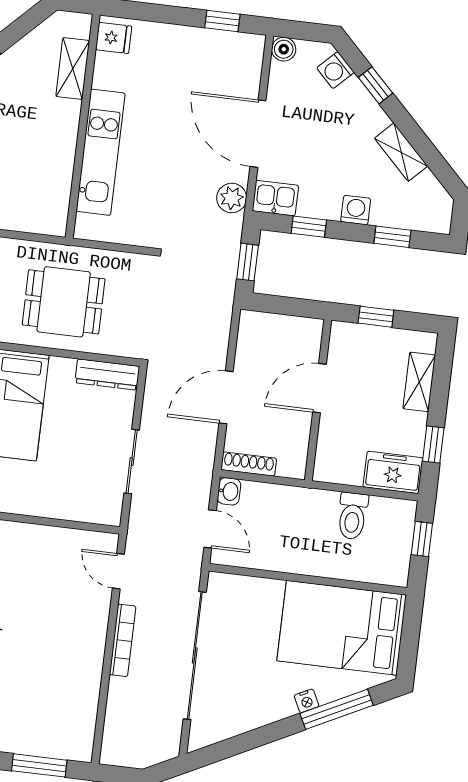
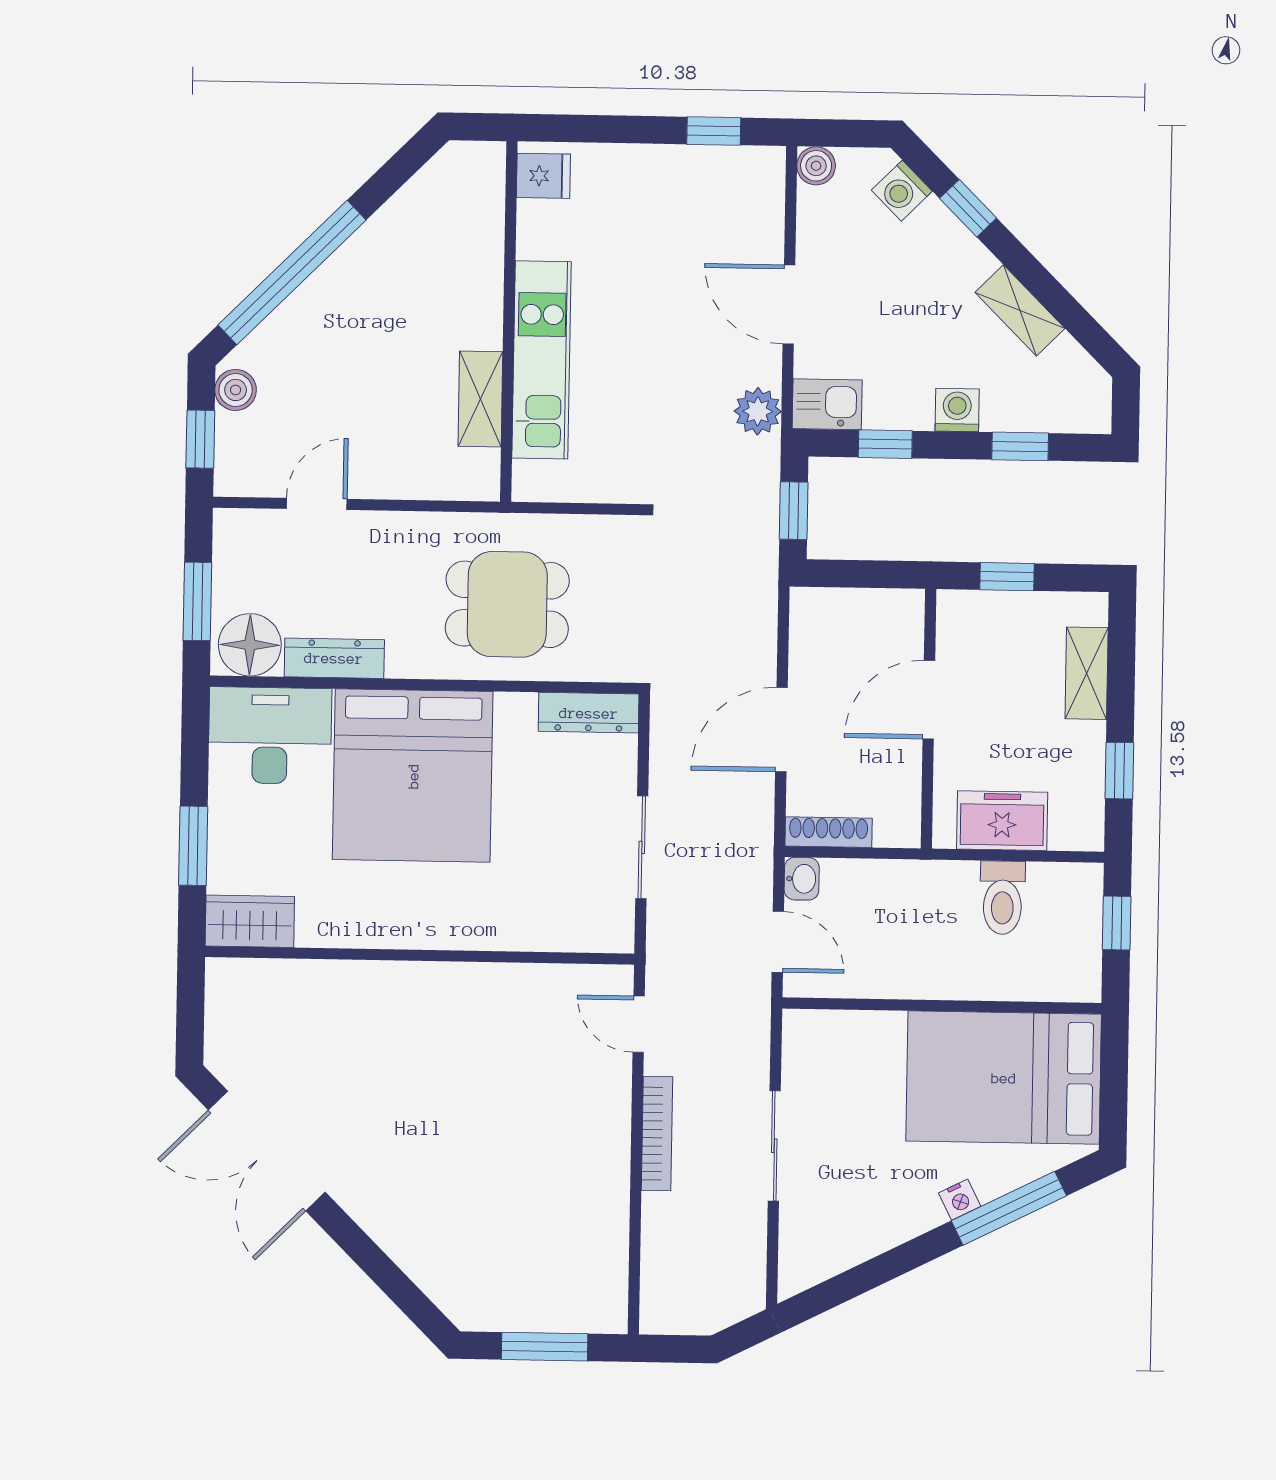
shelving: (73, 69) -> (480, 399), moved
door: (258, 134) -> (789, 305), width x0.73
freezer: (393, 472) -> (1002, 821), moved
sliding door: (195, 655) -> (774, 1146), width x0.54

